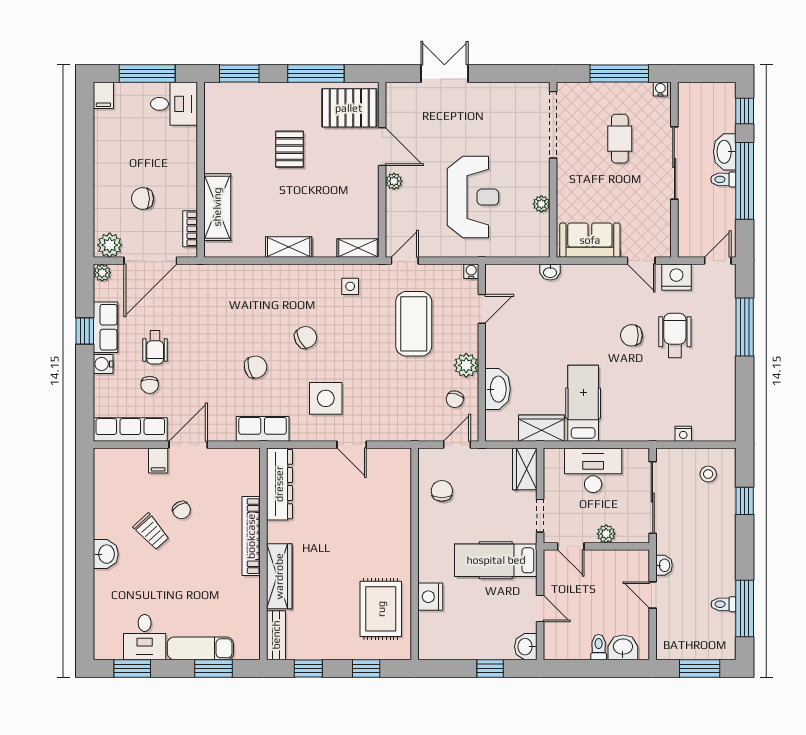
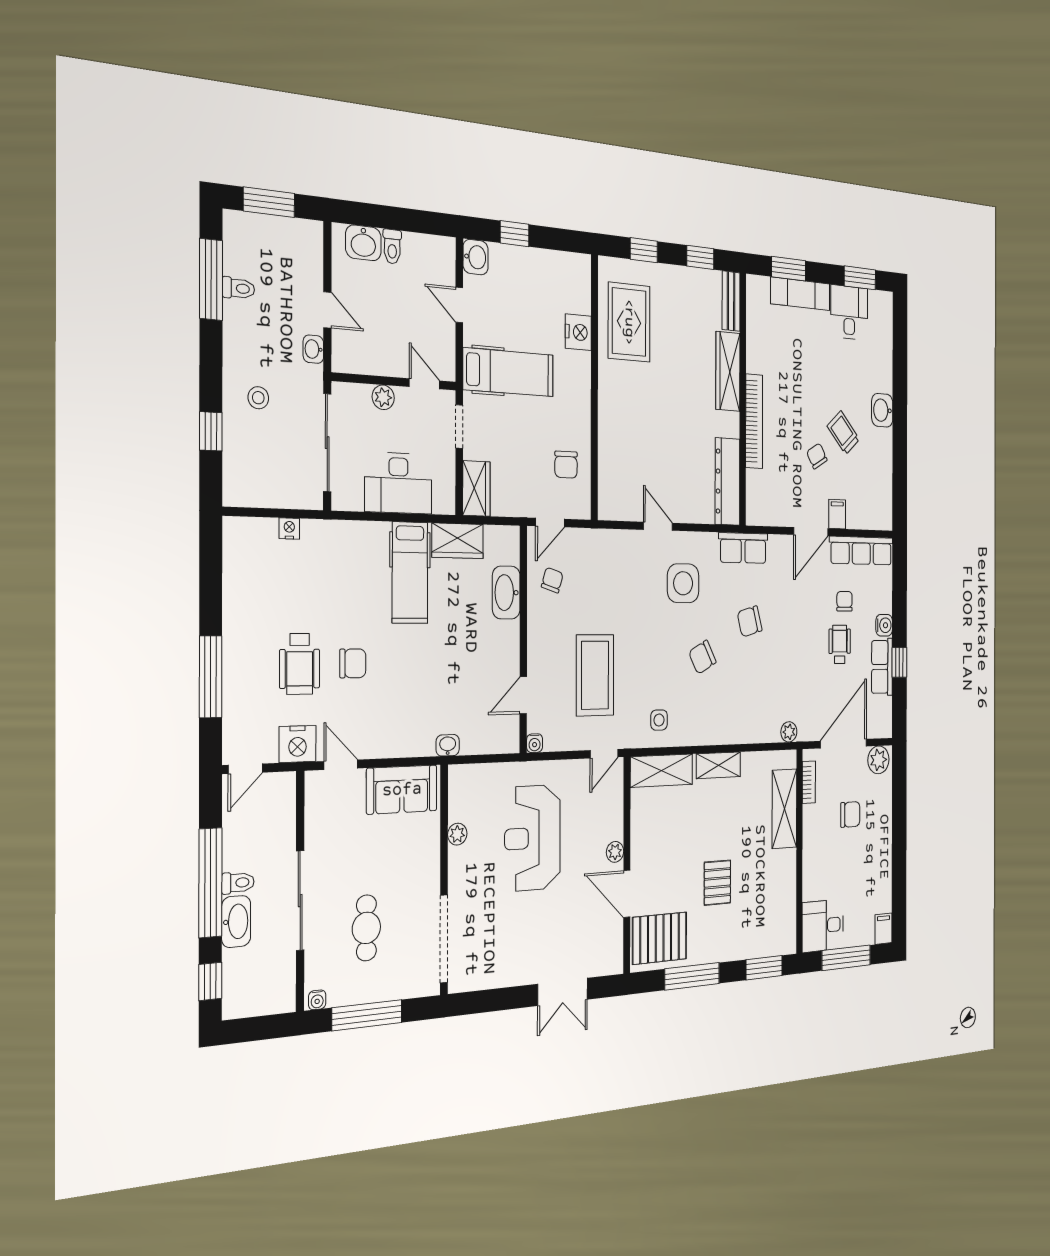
shelving: (358, 248) -> (662, 771), width x1.50, depth x1.33
plant: (102, 273) -> (789, 732), moved
plant: (466, 365) -> (540, 623), removed
stool: (708, 474) -> (258, 398), moved

